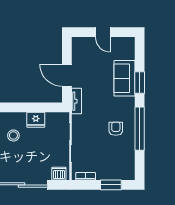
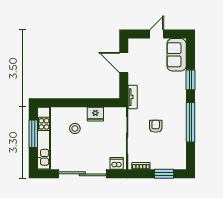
door: (103, 32) -> (157, 34), swing flipped
door: (67, 75) -> (124, 62), moved
sofa: (125, 78) -> (177, 55), moved
armchair: (116, 129) -> (156, 126), moved

